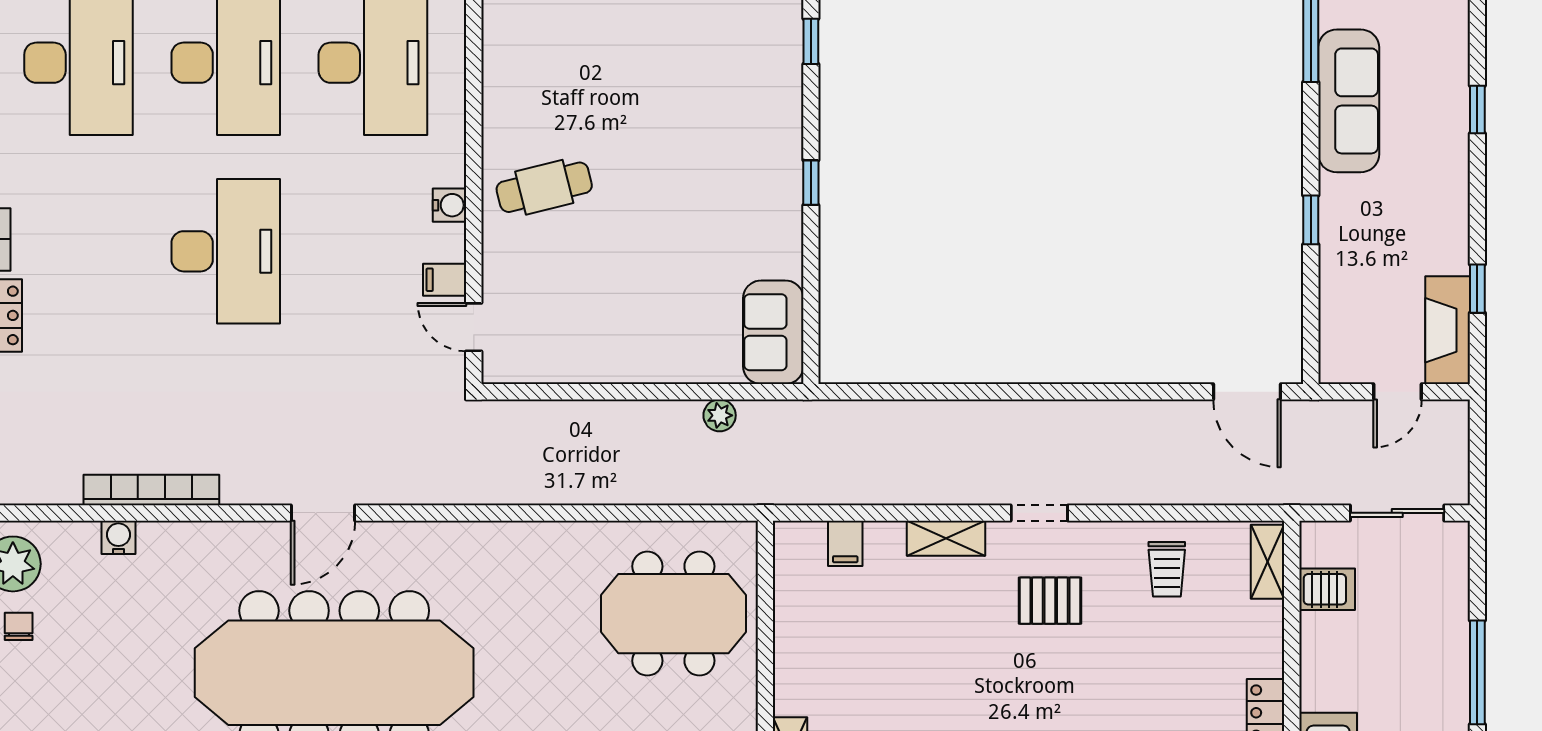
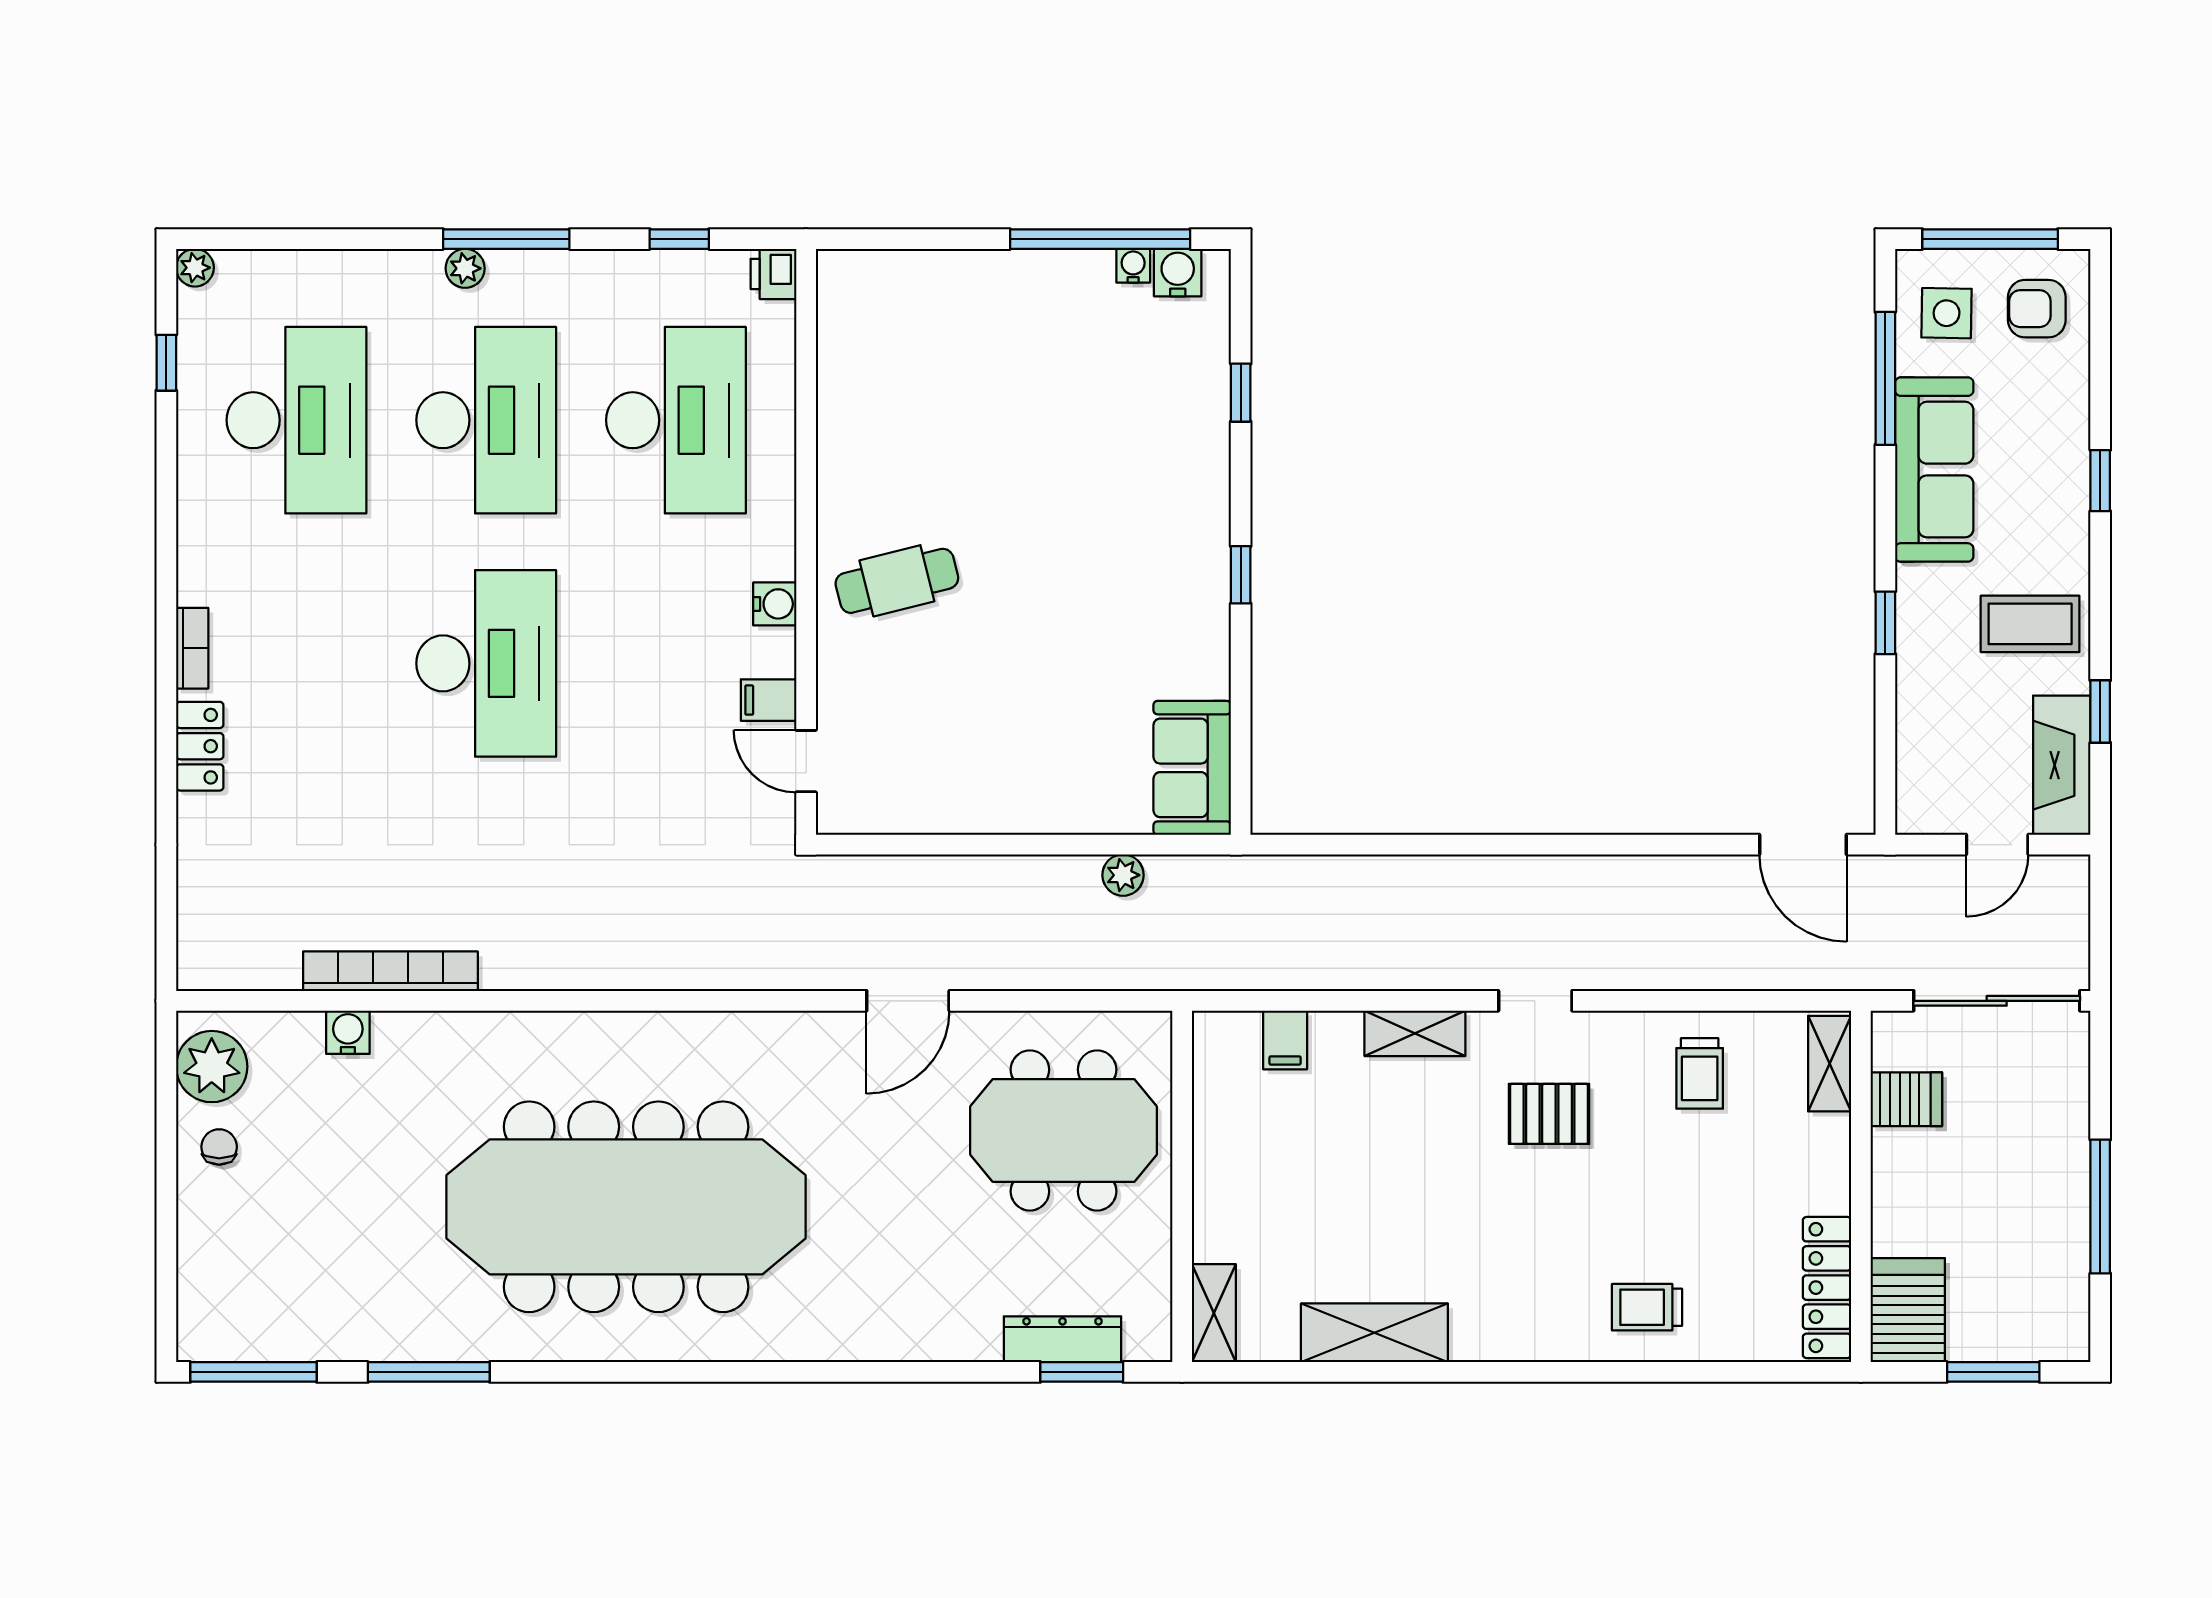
coffee table: (1423, 221) -> (2030, 624), added
door: (323, 513) -> (908, 1001), moved
sliding door: (1397, 513) -> (1997, 1001), width x1.37

